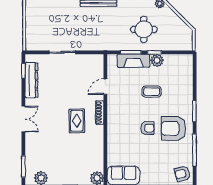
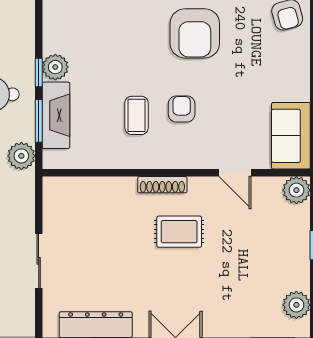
plant: (114, 44) -> (21, 156), added
door: (105, 87) -> (235, 173), moved
coffee table: (152, 92) -> (136, 115), moved
armchair: (148, 128) -> (182, 109), moved

